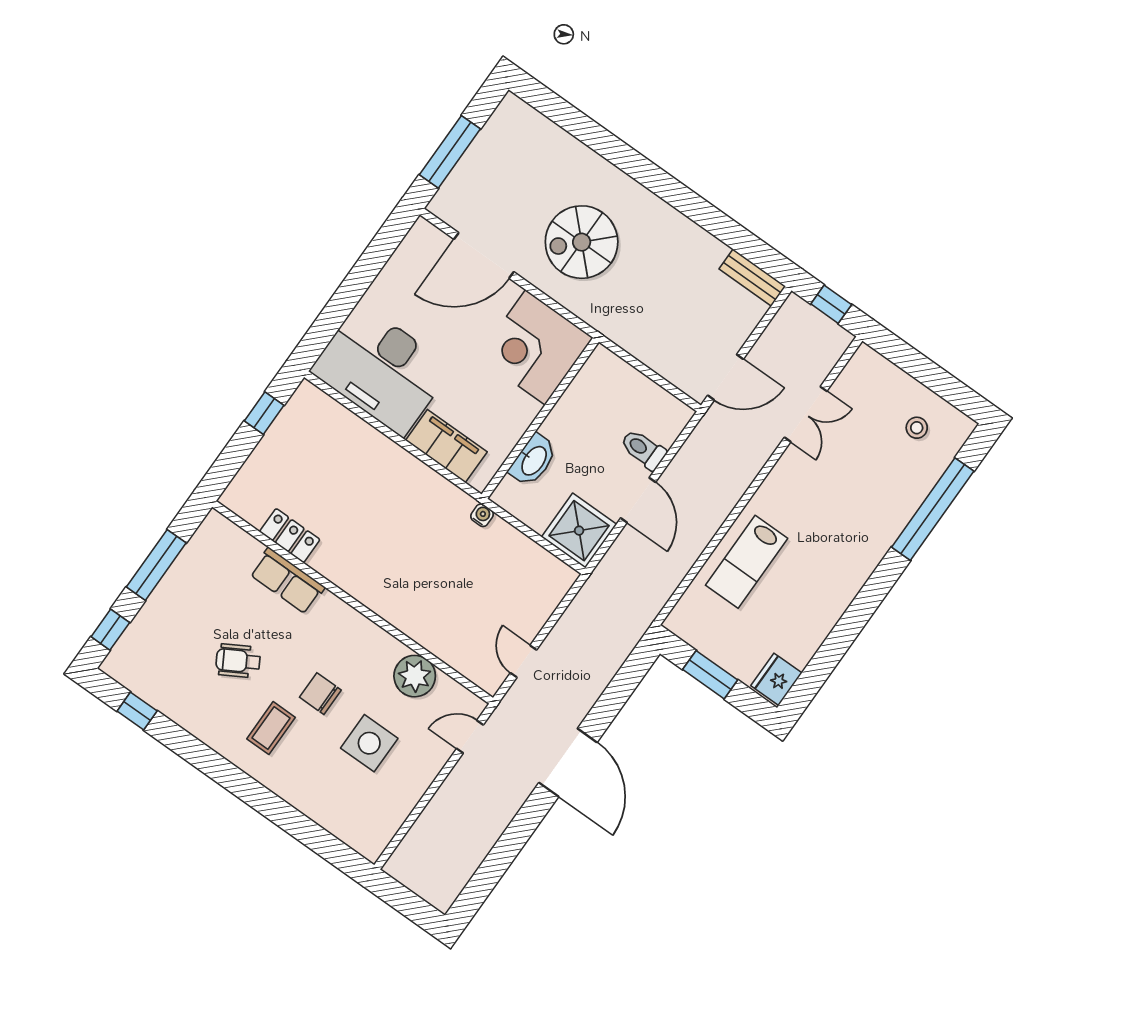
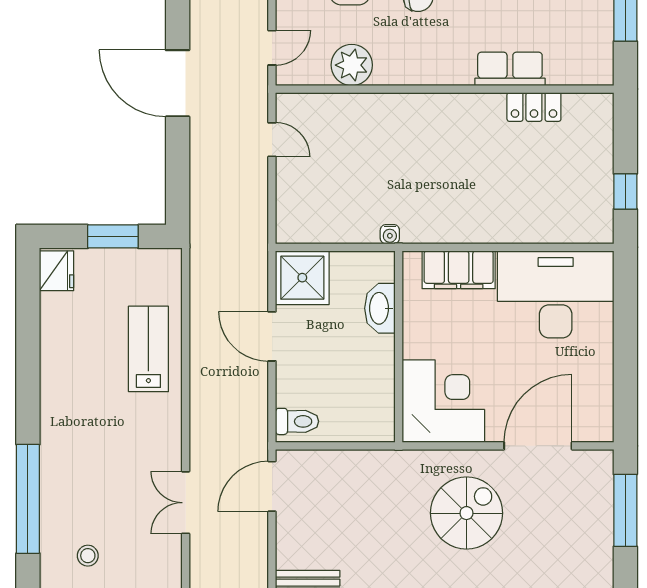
toilet: (643, 449) -> (297, 421), moved

